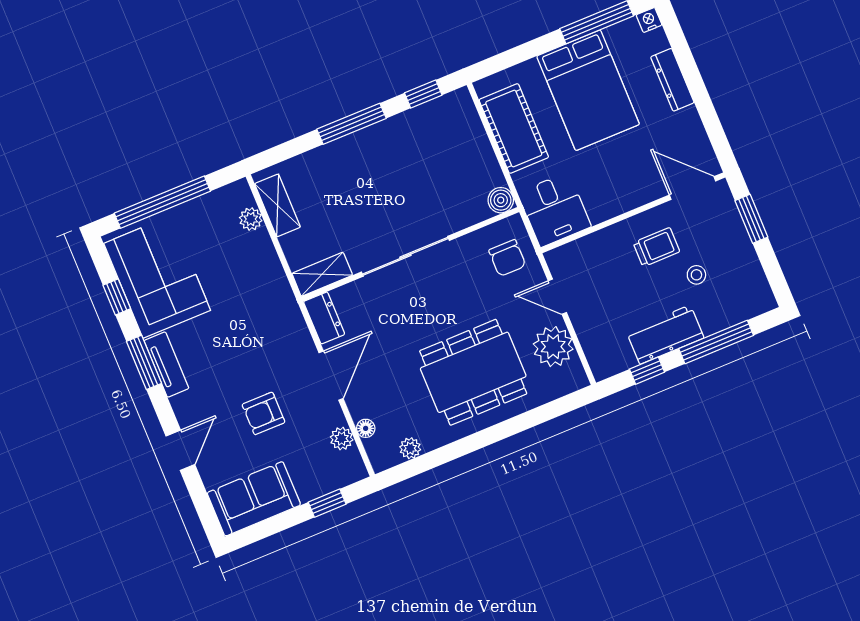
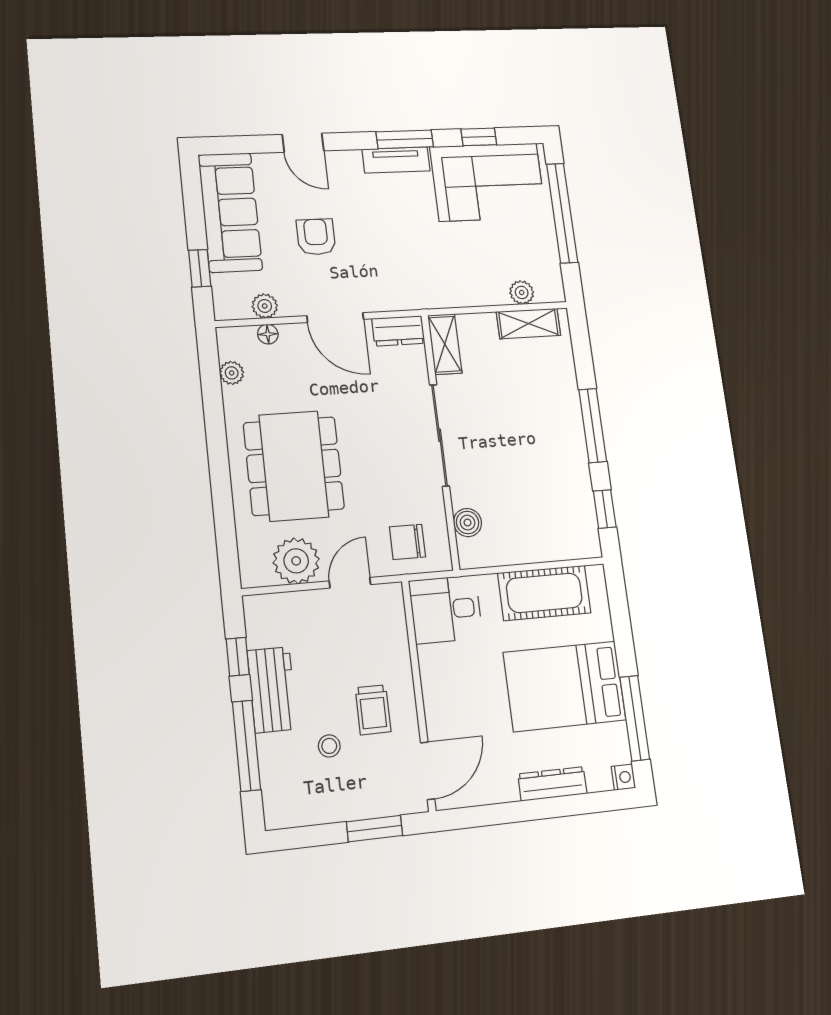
boiler: (501, 200) -> (468, 523), moved
sofa: (254, 499) -> (230, 212), width x1.36

